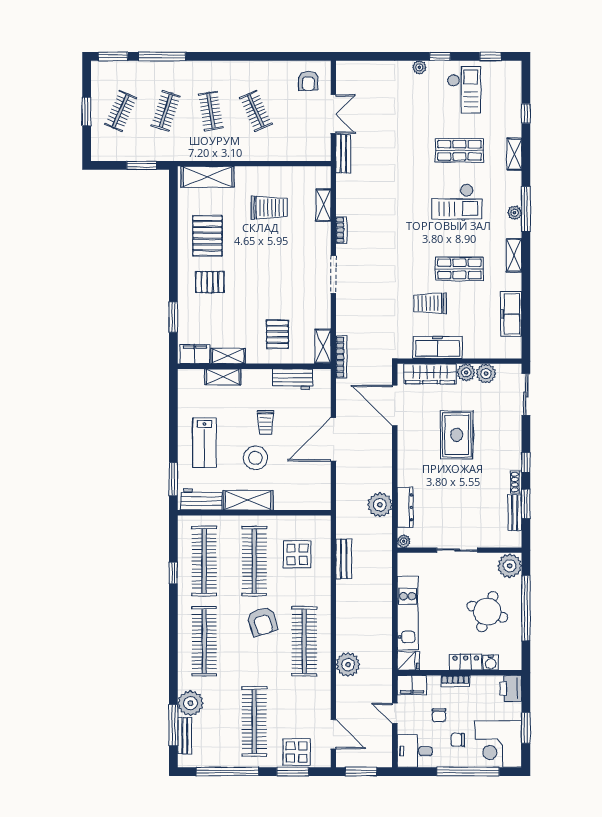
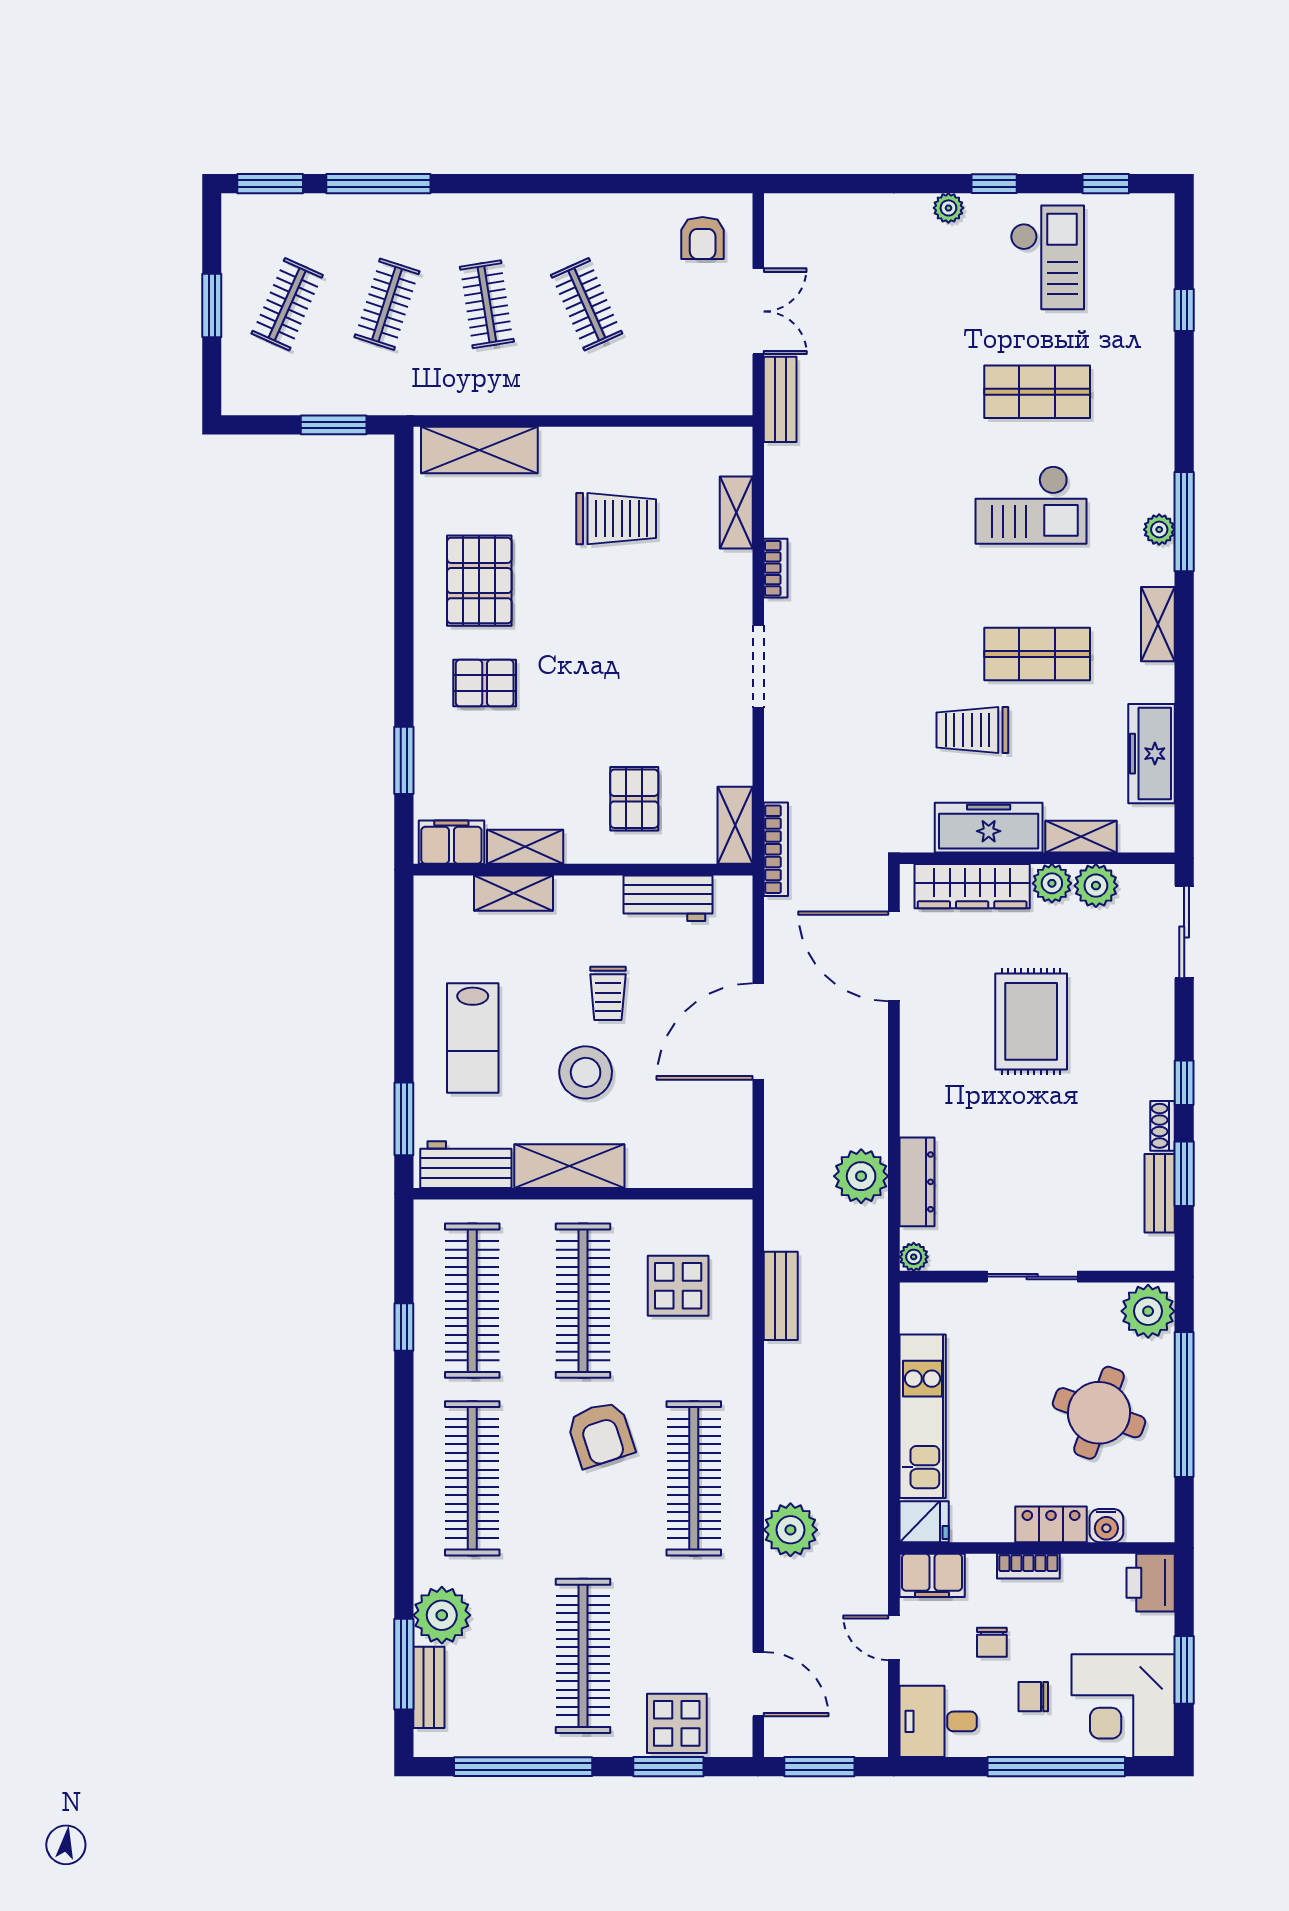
shelving: (514, 154) -> (1081, 837), moved, turned 90

